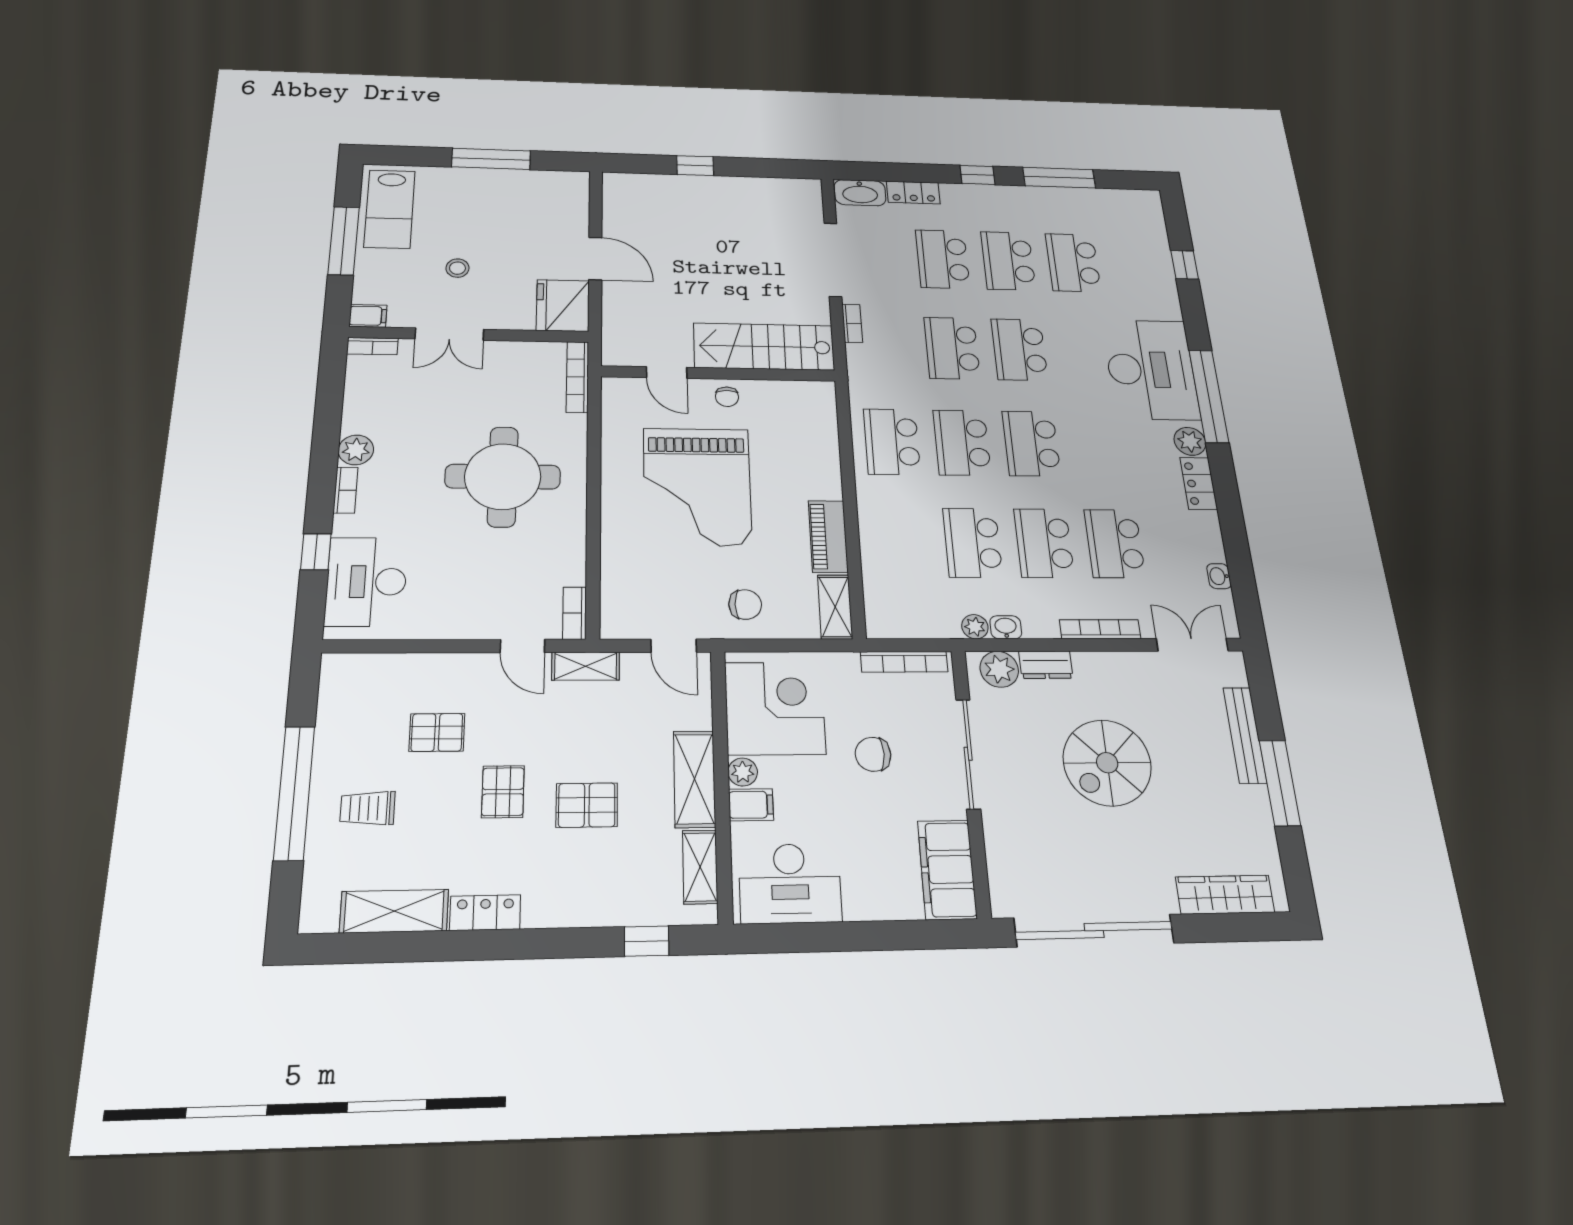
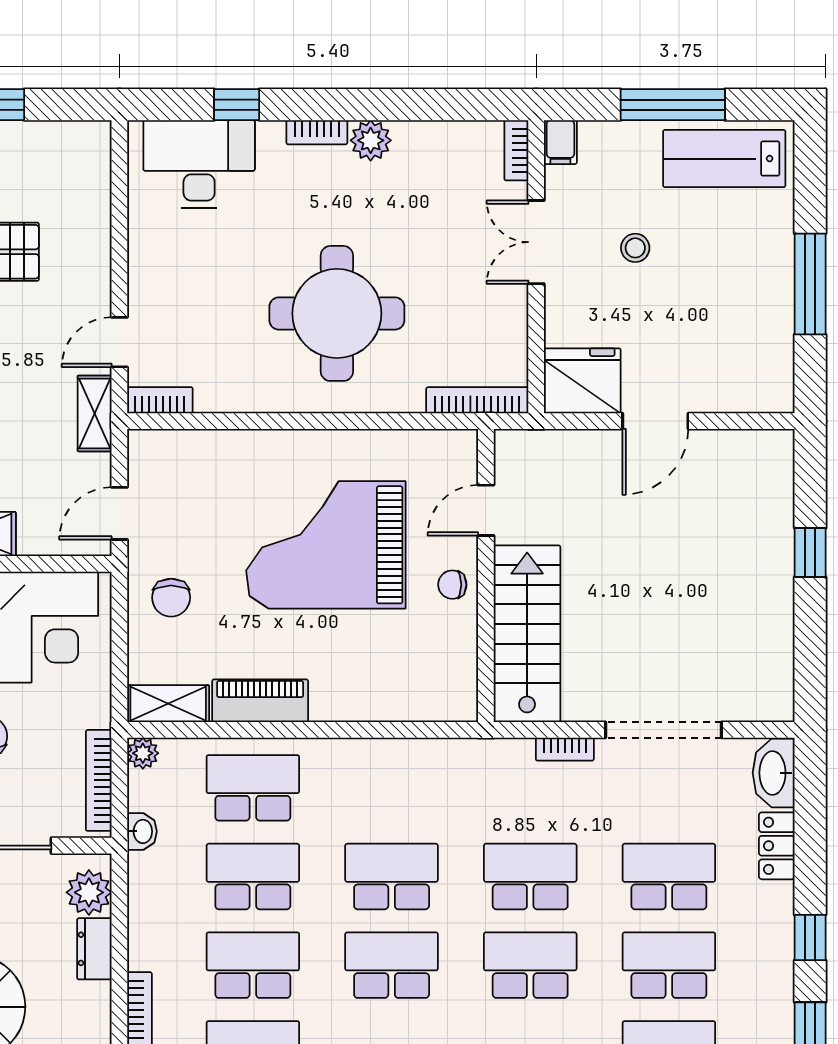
school desk: (892, 442) -> (253, 788), moved
plant: (975, 627) -> (143, 753), moved
washbasin: (1006, 627) -> (142, 831), moved

